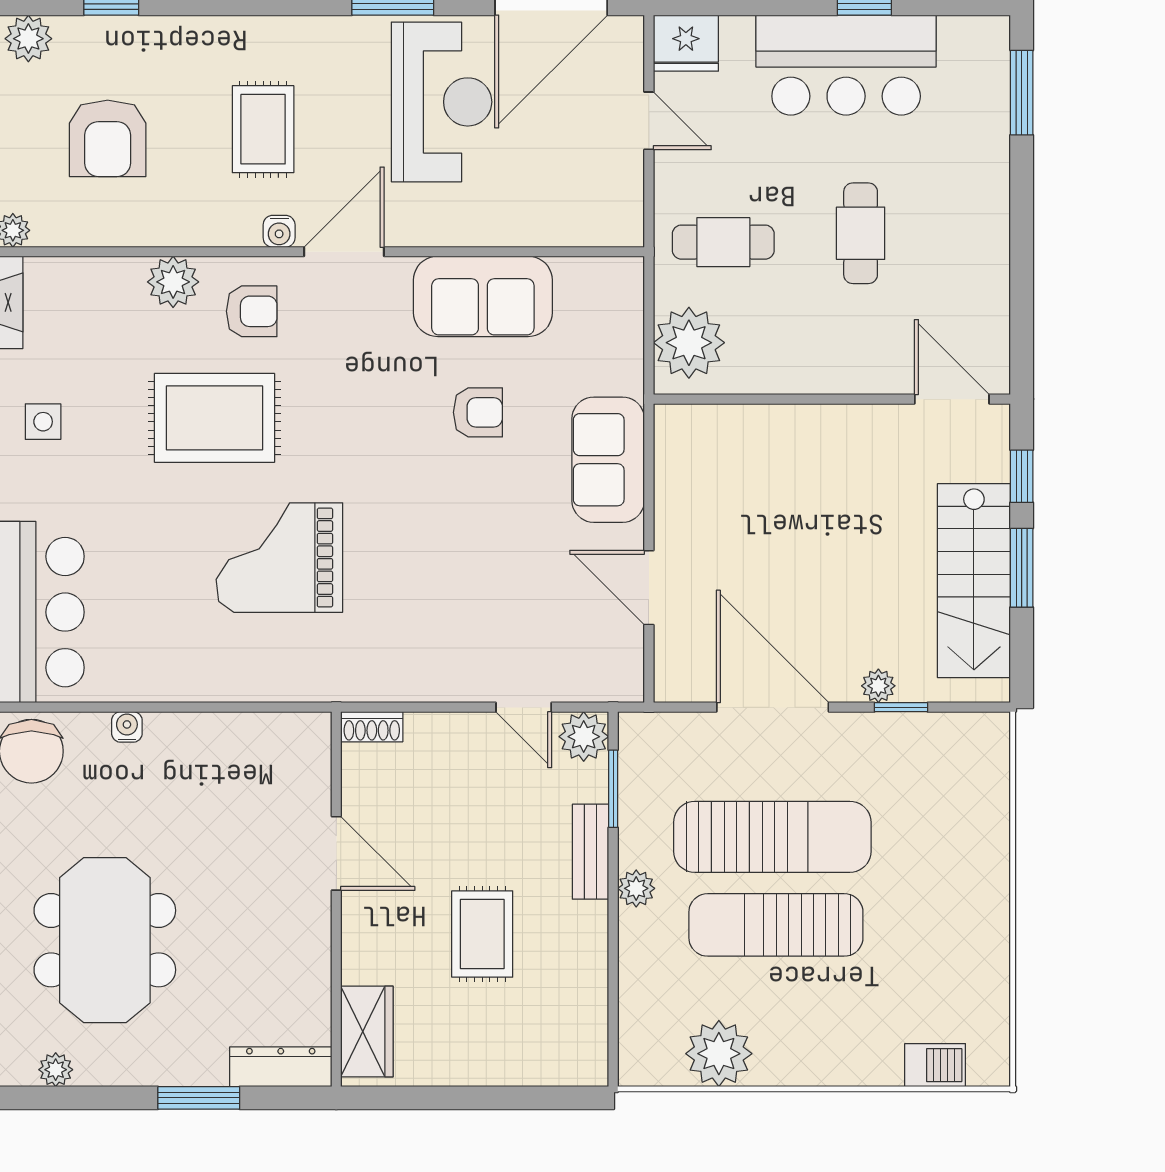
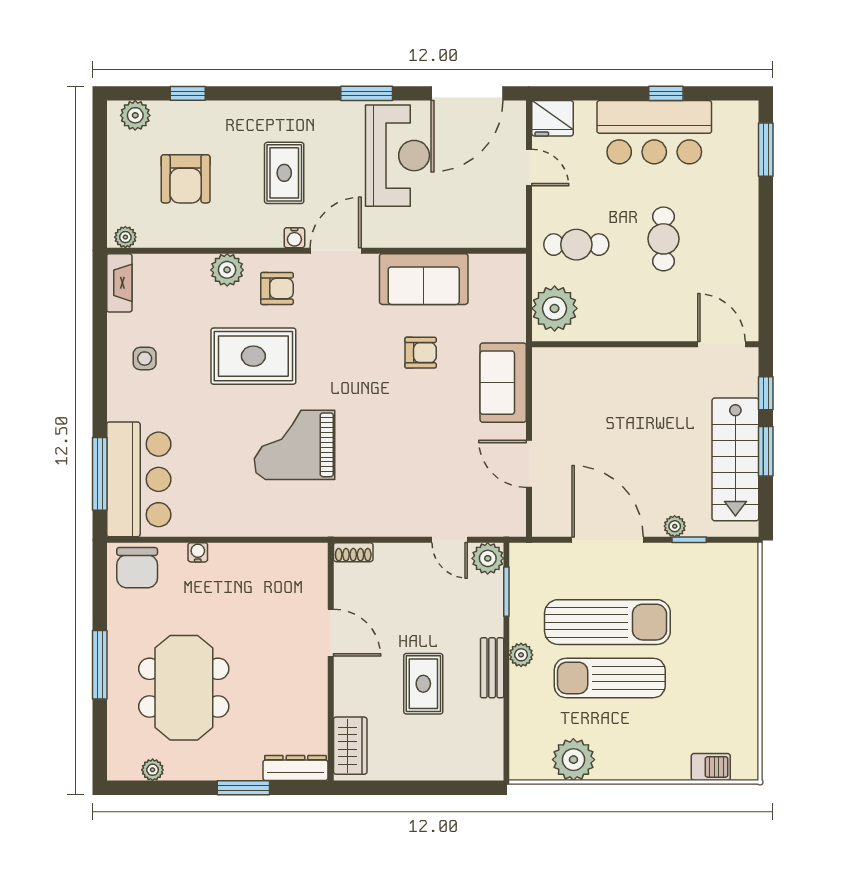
bench: (590, 852) -> (492, 668), moved

